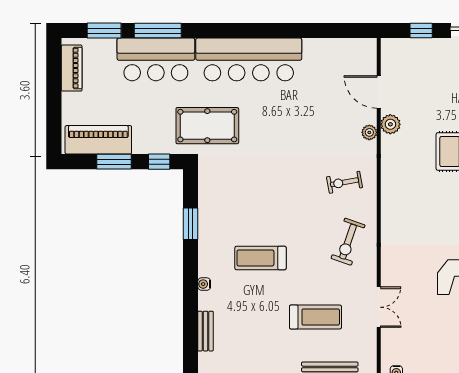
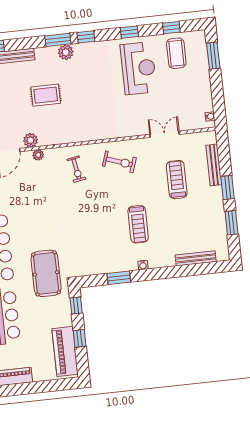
window: (114, 162) -> (80, 338), width x0.67
water cooler: (204, 284) -> (143, 265), moved
bench: (206, 331) -> (196, 258), width x1.36

